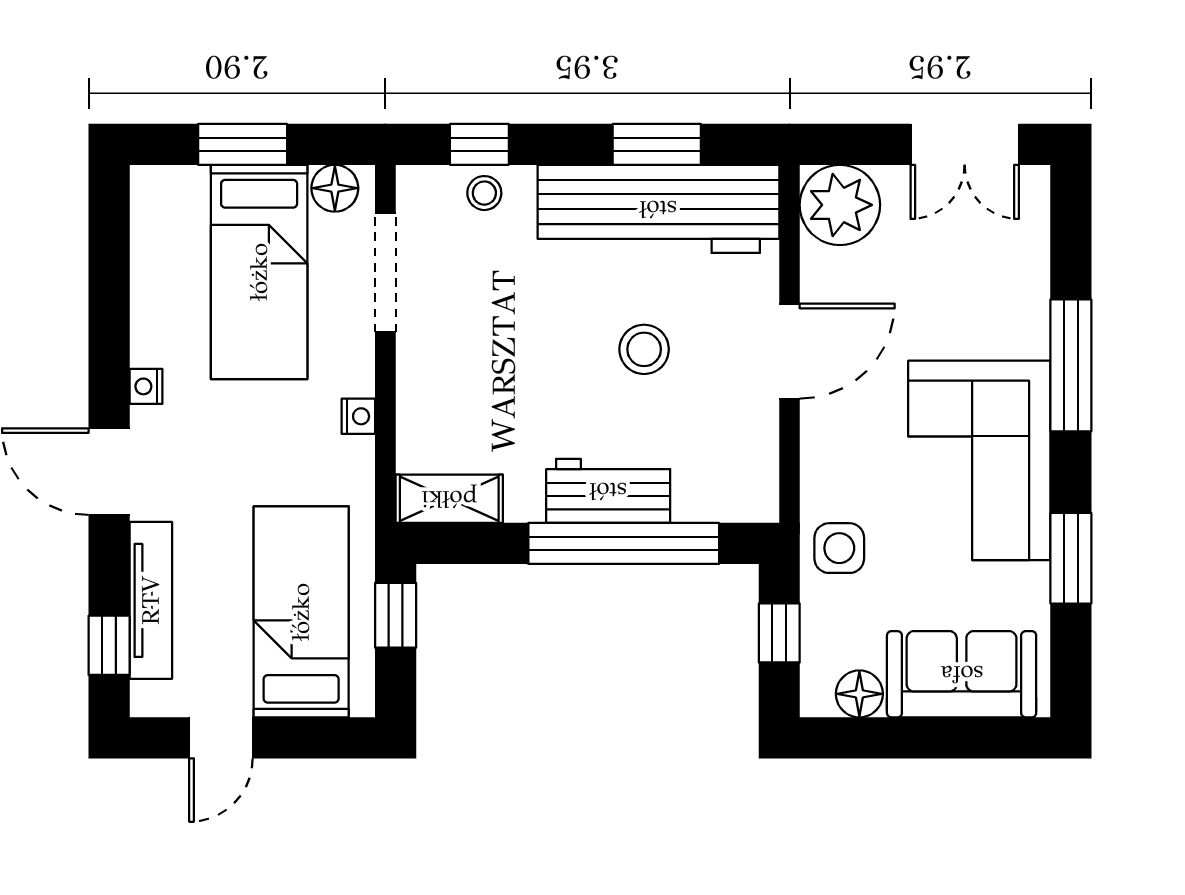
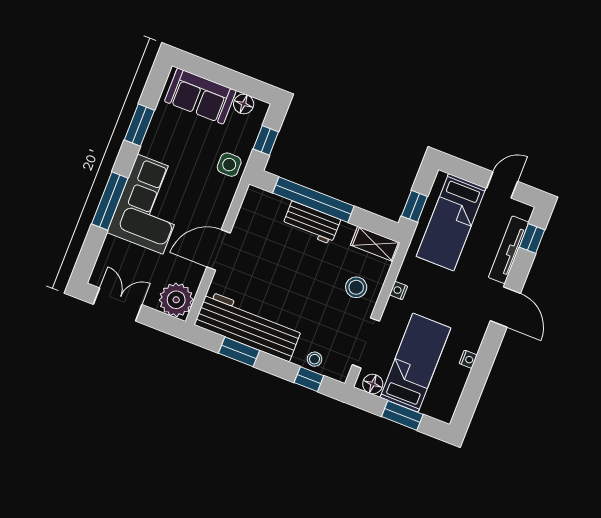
stool: (644, 349) -> (356, 287), moved
nightstand: (146, 386) -> (468, 359), moved
corner sofa: (979, 460) -> (150, 204), moved

